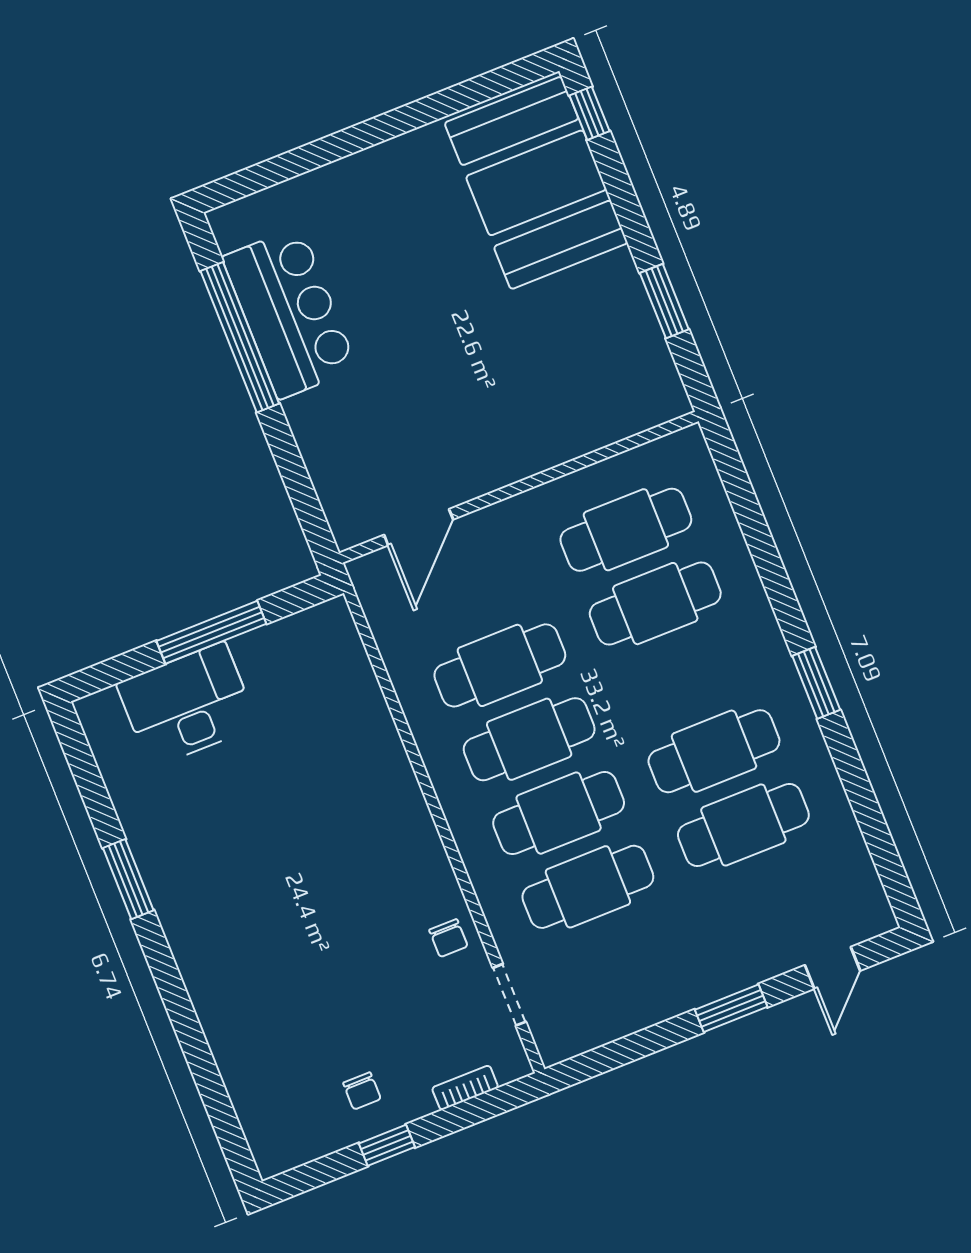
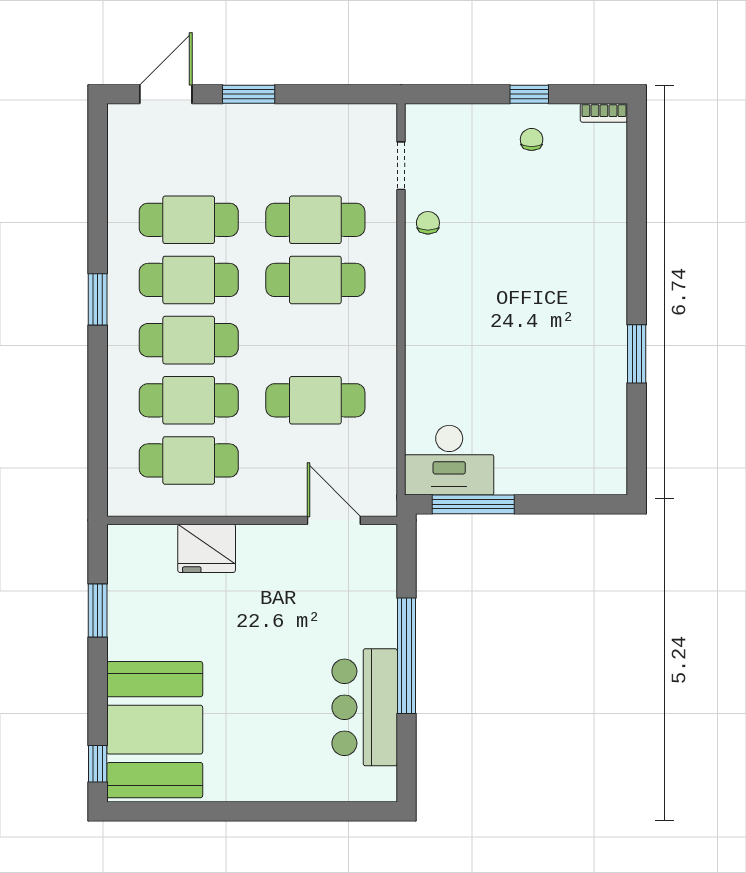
window: (240, 337) -> (406, 656), moved
fridge: (561, 431) -> (207, 548), added
door: (419, 527) -> (334, 520), hinge flipped
window: (211, 632) -> (473, 504), moved
desk: (187, 705) -> (449, 460), moved
cafe table: (529, 739) -> (189, 340), moved
door: (833, 968) -> (166, 94), width x1.38
bookcase: (465, 1088) -> (604, 113), moved

